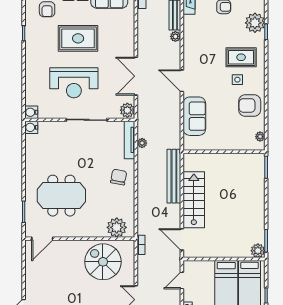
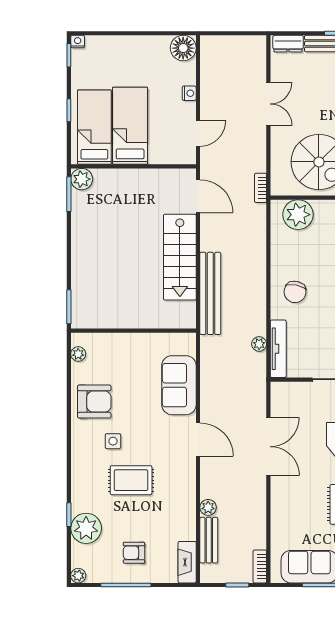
rug: (241, 57) -> (131, 480), moved
plant: (127, 110) -> (282, 394), removed

